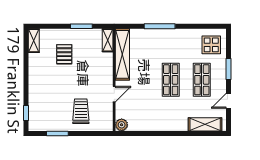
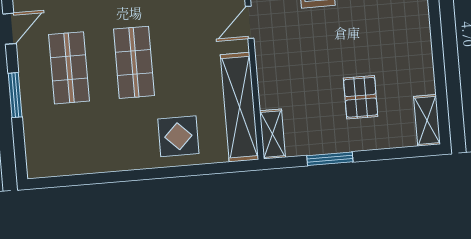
window: (160, 26) -> (167, 172), removed
display table: (211, 45) -> (178, 136), moved

